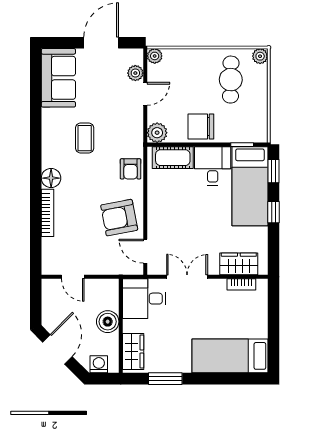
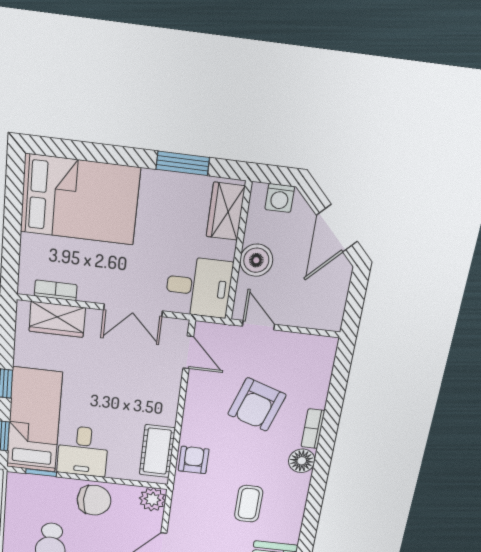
cot: (173, 158) -> (157, 451), moved, turned 90
bookcase: (47, 213) -> (313, 429), width x0.64
armchair: (119, 218) -> (257, 405), moved, turned 119
door: (73, 277) -> (259, 325), moved
bed: (230, 356) -> (80, 200), width x1.50

